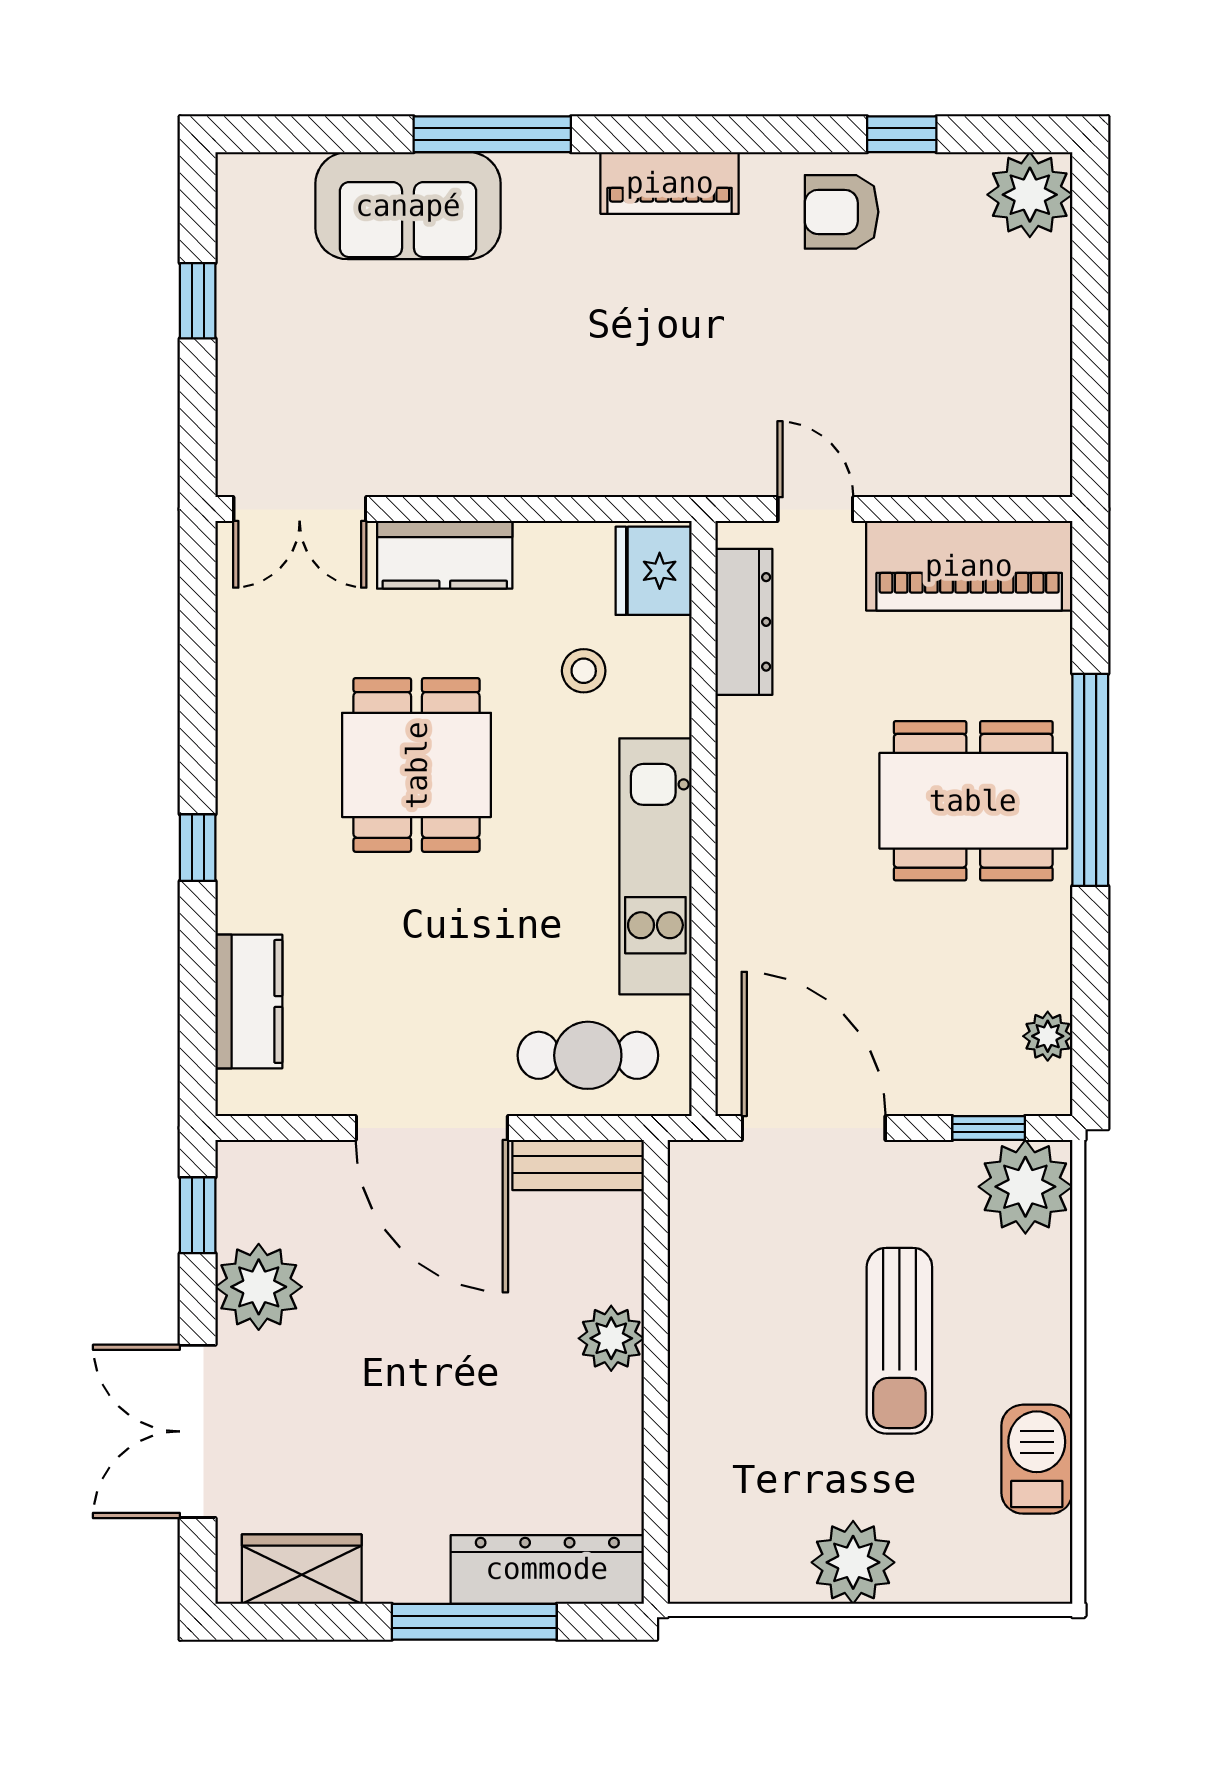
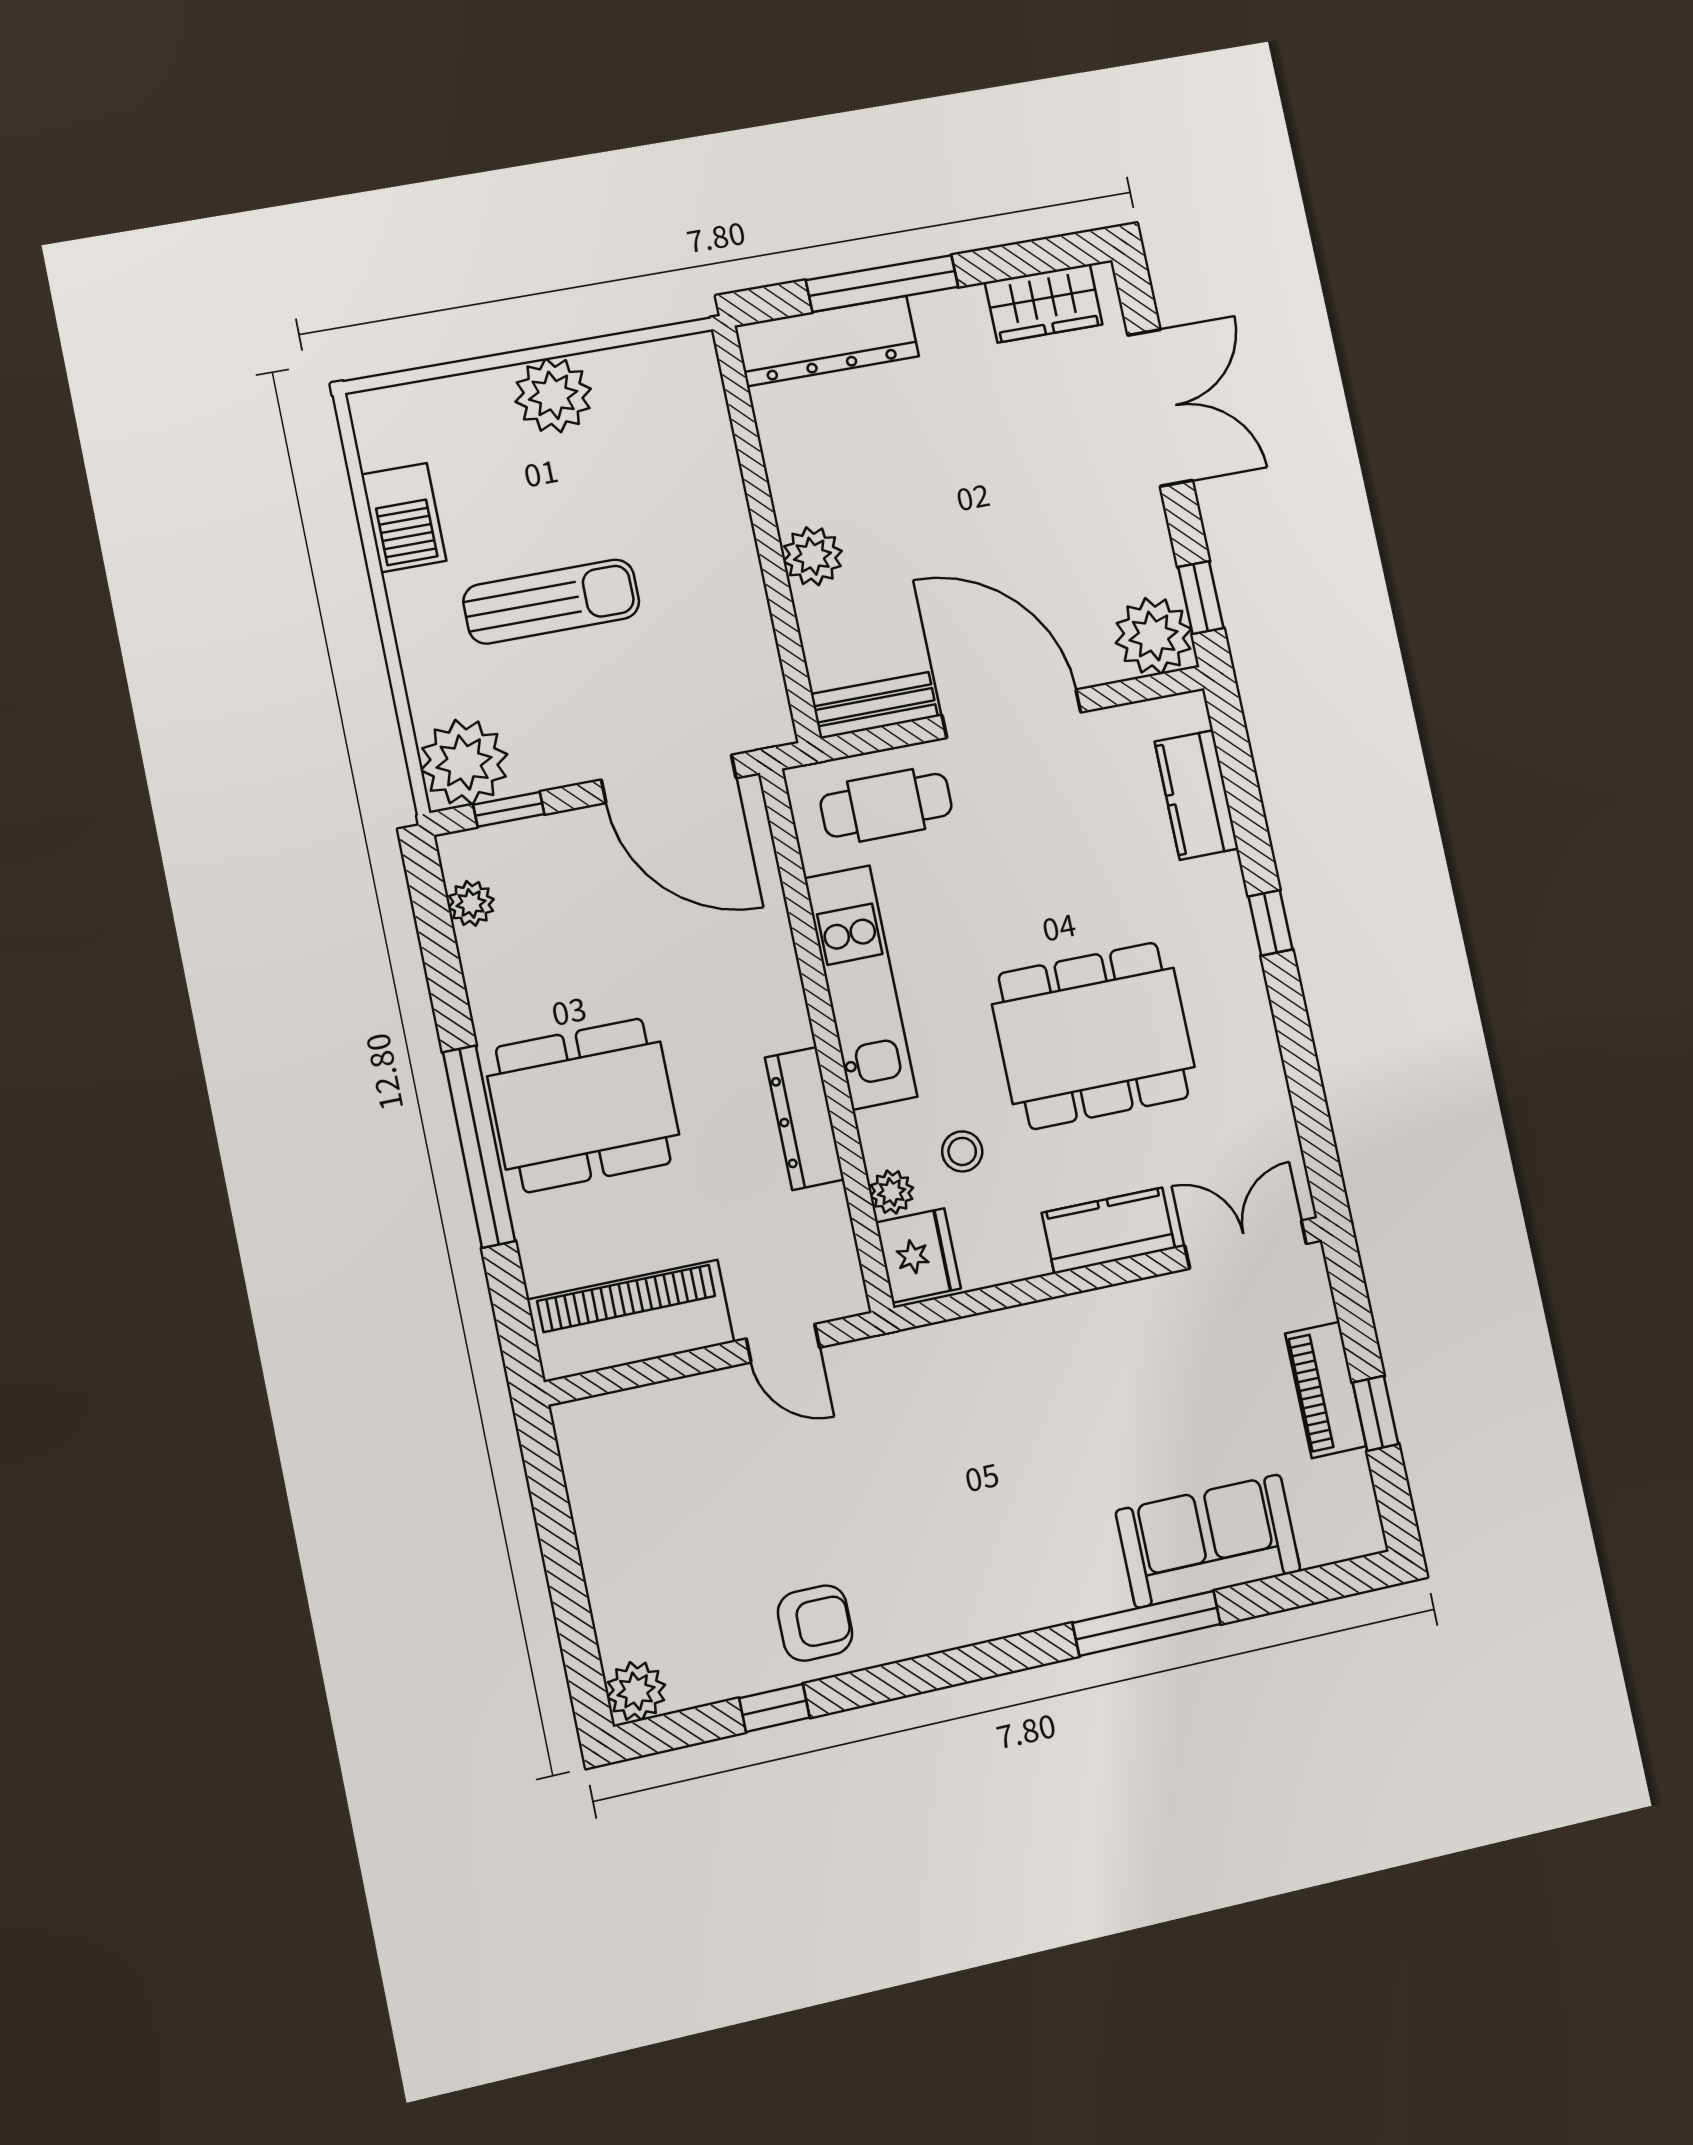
piano: (670, 183) -> (1326, 1390), moved, turned -90
plant: (1030, 195) -> (636, 1691), width x0.73, depth x0.73
dresser: (744, 622) -> (805, 1118), moved
plant: (668, 643) -> (892, 1192), added
dining table: (417, 765) -> (1094, 1036), width x1.38
plant: (259, 1287) -> (1154, 636), moved
sun lounger: (899, 1341) -> (551, 602), turned 90

